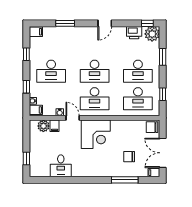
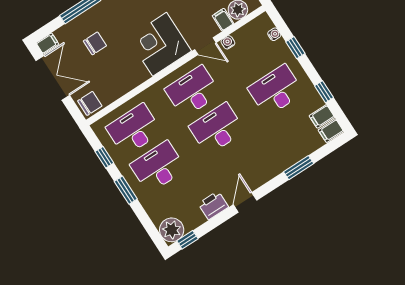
printer: (134, 33) -> (213, 205), moved
window: (163, 57) -> (126, 190), moved
filing cabinet: (36, 110) -> (322, 116), moved

